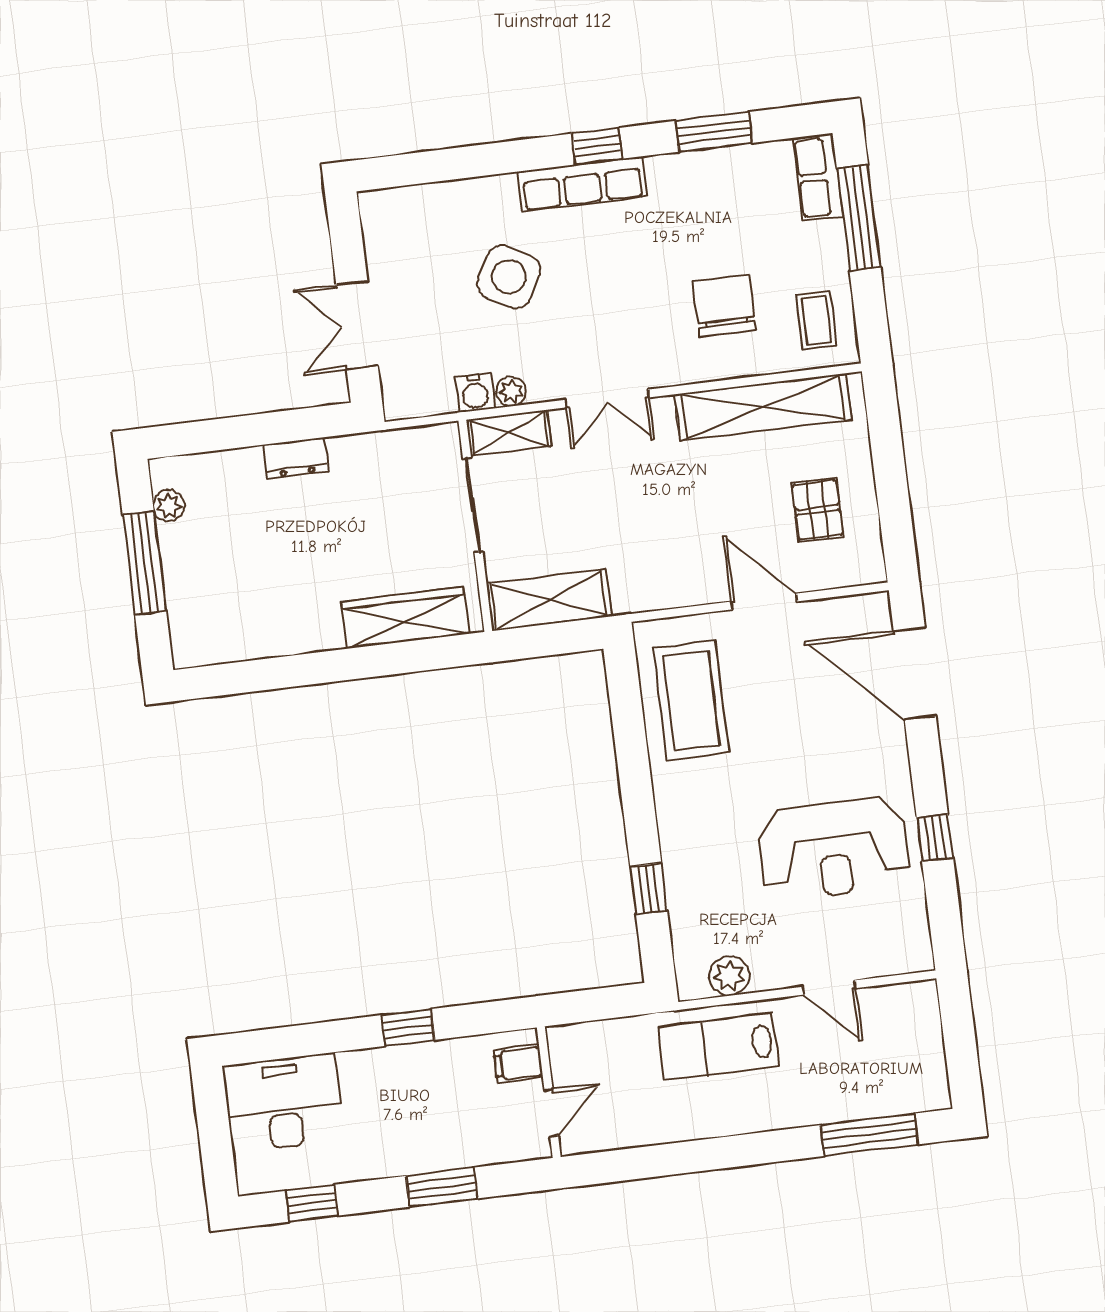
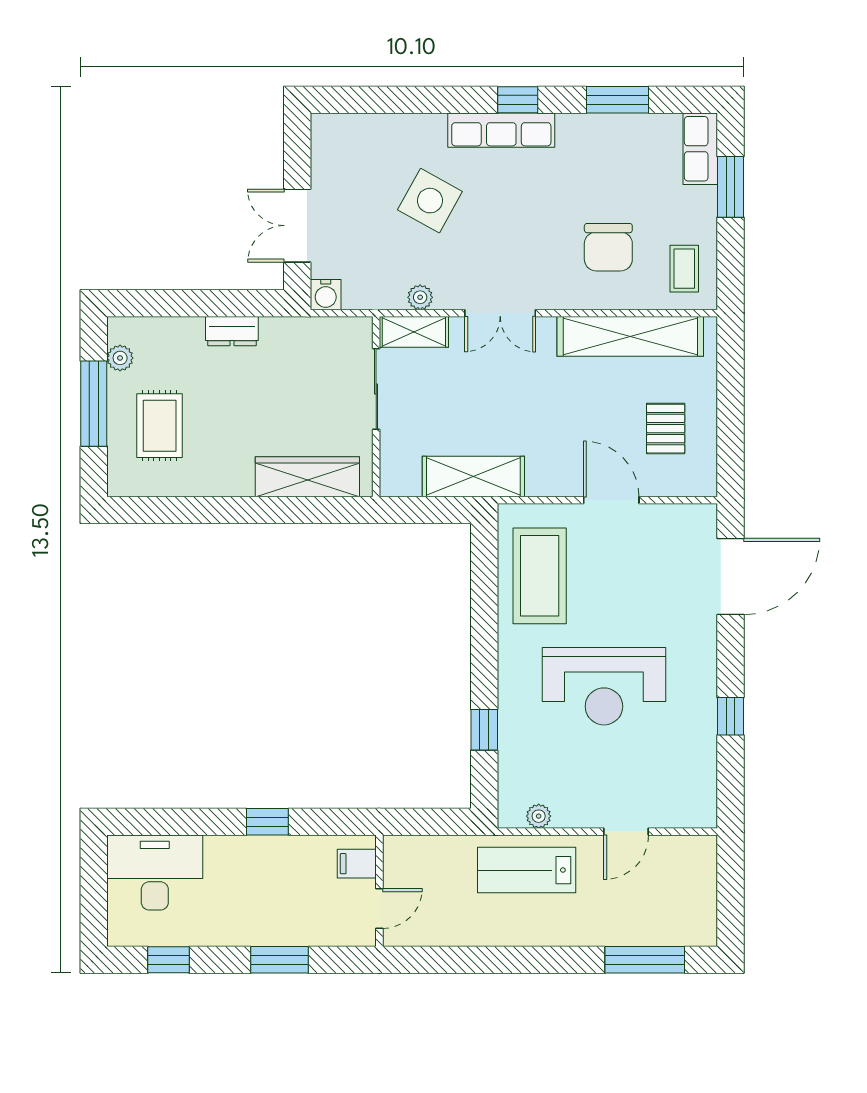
window: (859, 218) -> (731, 187), width x0.69
chair: (724, 306) -> (608, 247), turned 180
water cooler: (475, 393) -> (326, 295), moved
rug: (225, 579) -> (160, 426), added
shelving: (549, 600) -> (473, 477), moved
door: (915, 674) -> (731, 576), swing flipped
reception desk: (834, 848) -> (604, 686), moved
plant: (729, 976) -> (539, 816), width x0.73, depth x0.73
door: (829, 988) -> (626, 832), hinge flipped

